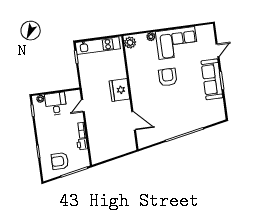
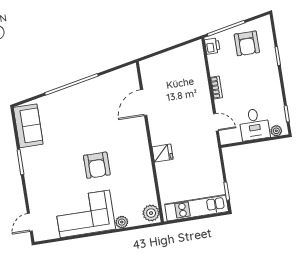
door: (218, 50) -> (30, 222), moved
sofa: (212, 79) -> (28, 126), moved, width x0.73
fridge: (119, 90) -> (163, 153), width x0.53, depth x0.75
door: (83, 106) -> (216, 122), hinge flipped
door: (134, 121) -> (144, 103), hinge flipped
printer: (82, 144) -> (212, 46), moved
armchair: (60, 161) -> (247, 43), turned 90

